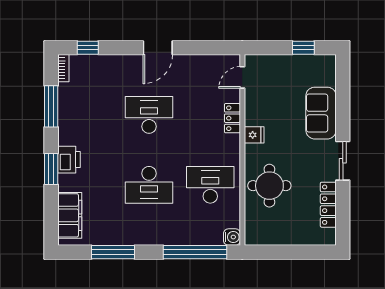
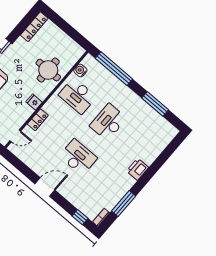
desk: (149, 115) -> (78, 157), turned 180
window: (51, 169) -> (150, 172), removed
desk: (149, 185) -> (108, 122), turned -90
locker: (328, 205) -> (34, 27), moved
filing cabinet: (70, 215) -> (161, 141), removed
water cooler: (232, 237) -> (80, 70), moved

